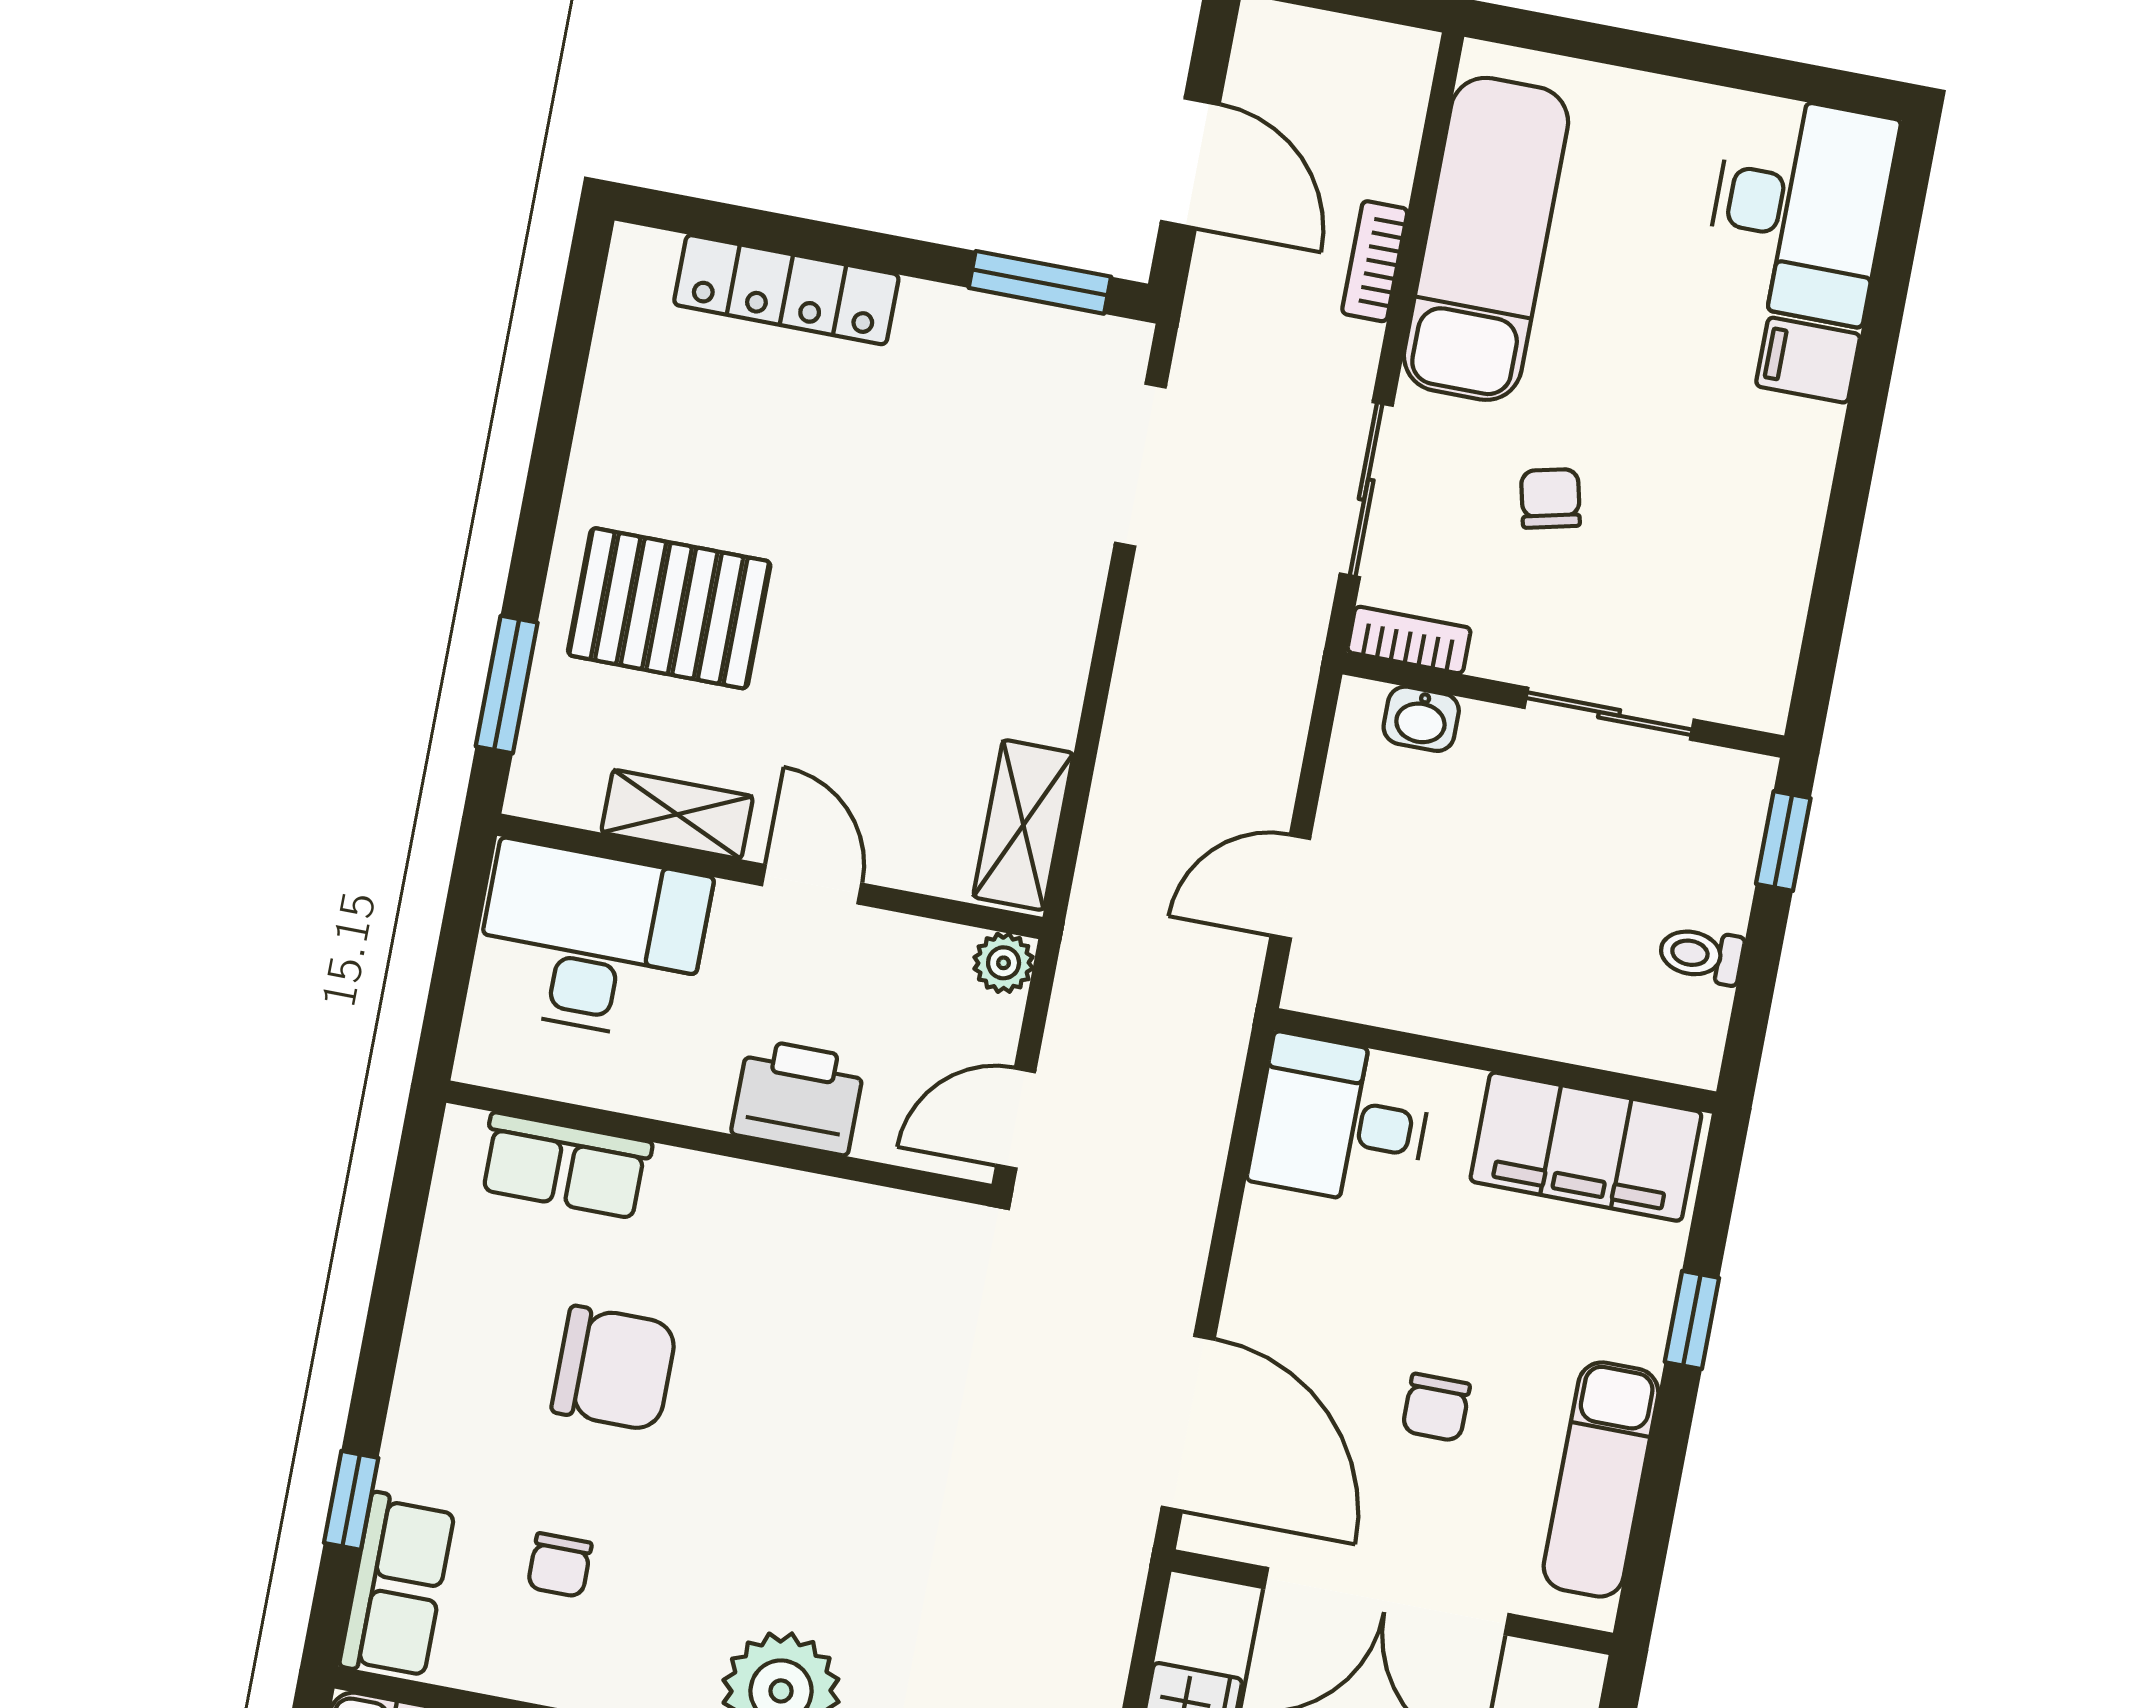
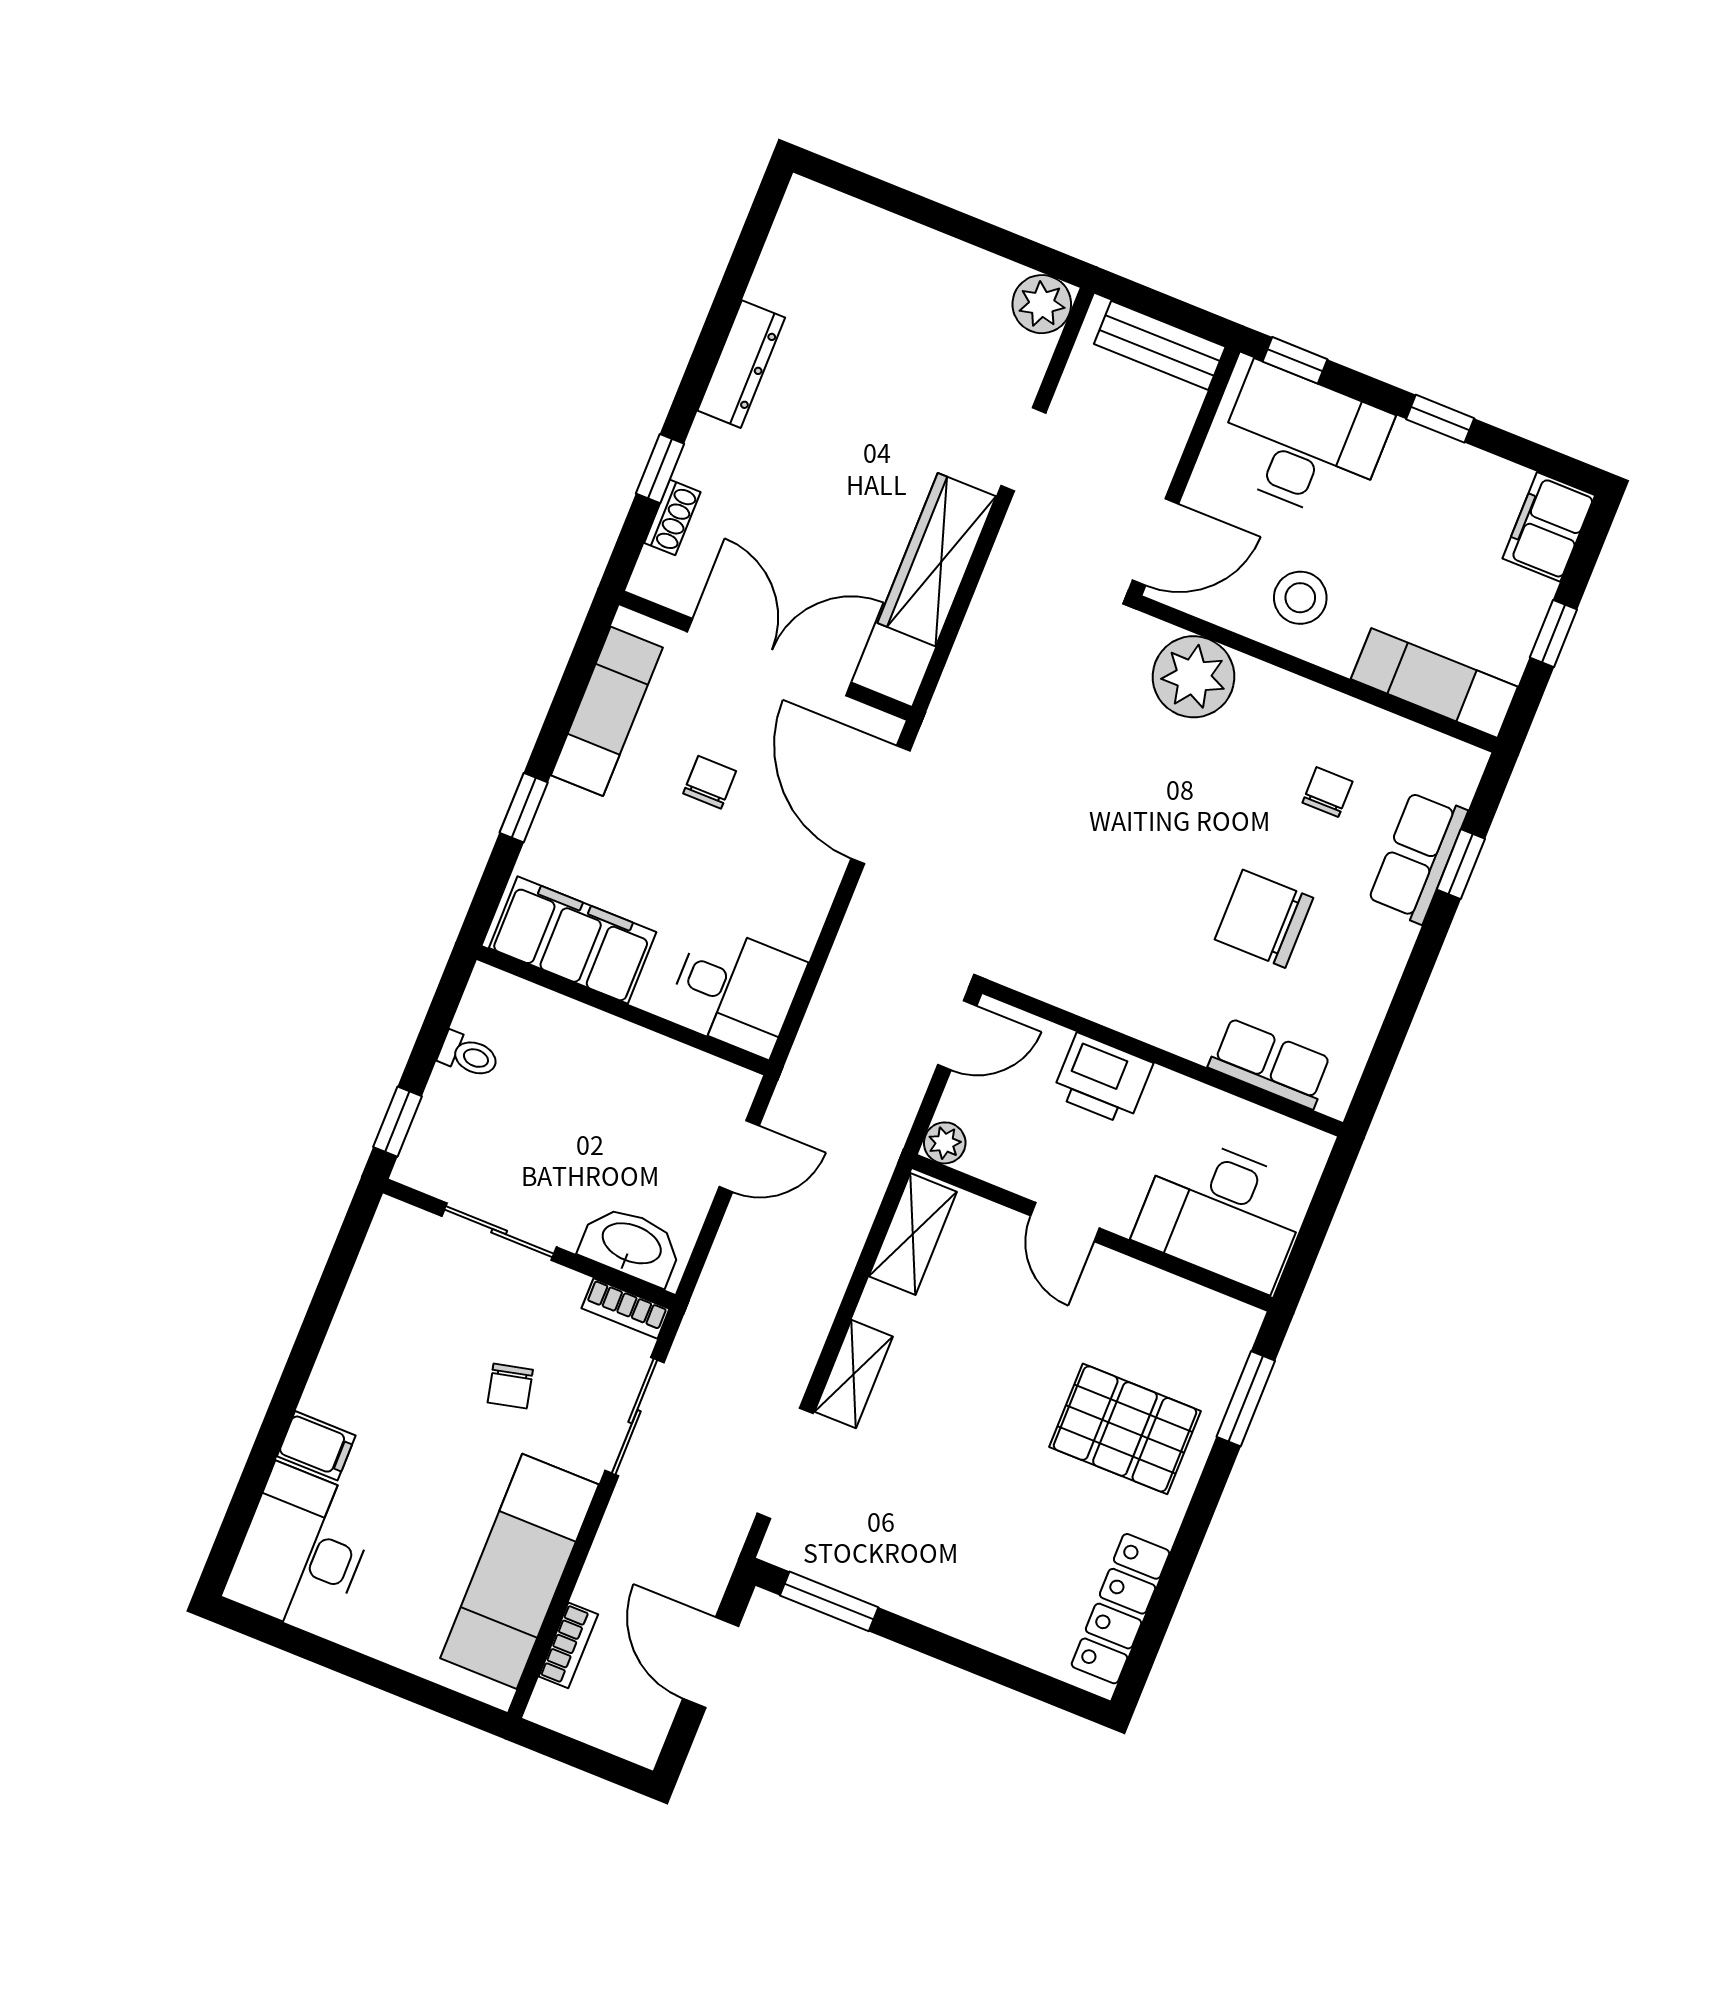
bookcase: (1375, 261) -> (568, 1645), moved
locker: (786, 290) -> (1121, 1609), moved, turned -90
washbasin: (1421, 719) -> (631, 1245), width x1.91, depth x1.45
shelving: (677, 814) -> (854, 1374), moved, turned 90
row of seats: (397, 1587) -> (1418, 857), moved

